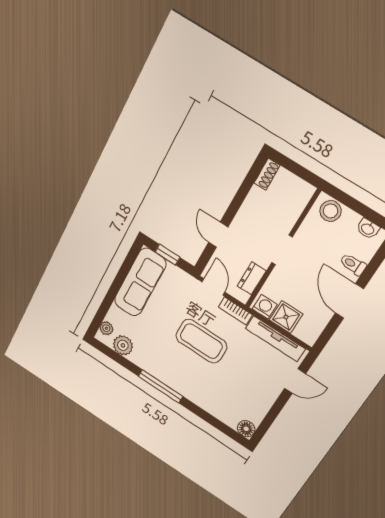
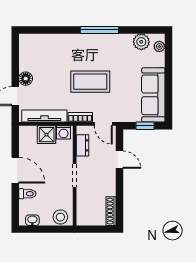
shoe rack: (267, 174) -> (111, 211), width x1.43
floor lamp: (246, 429) -> (26, 79), moved

